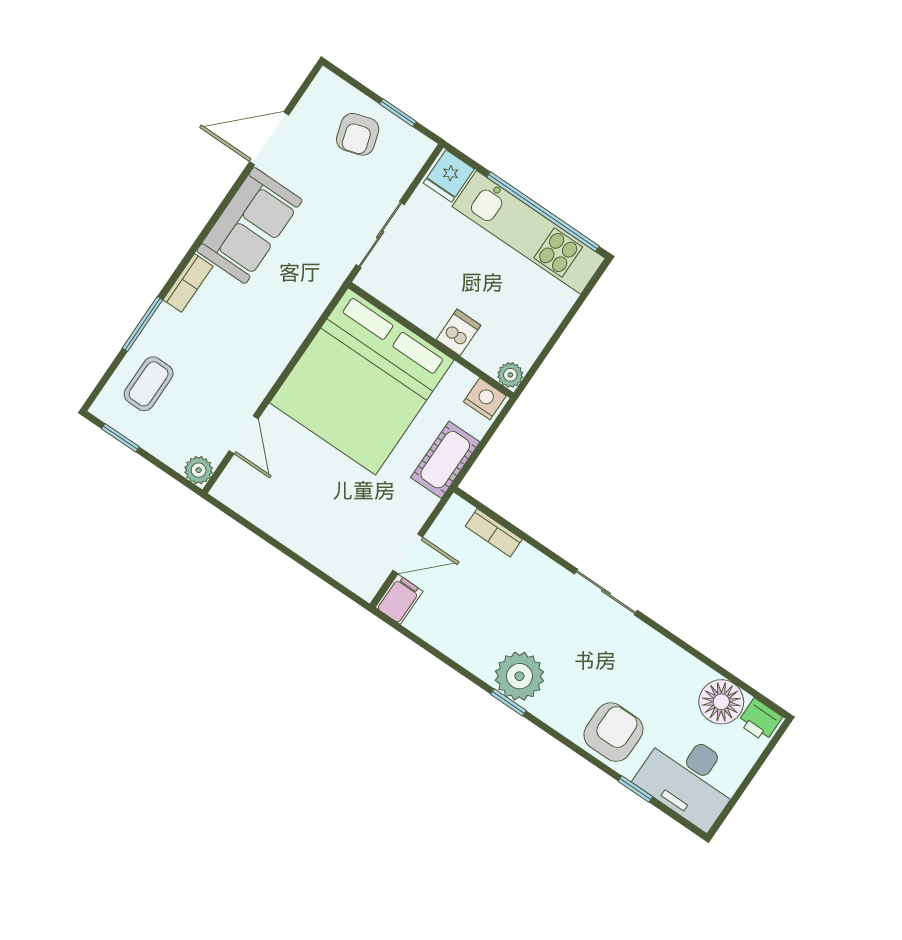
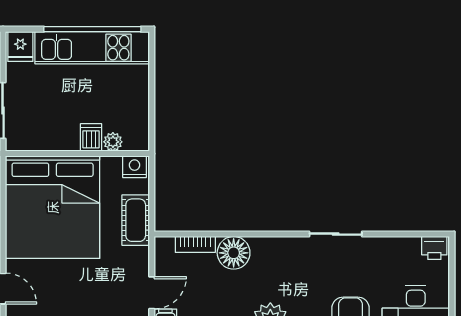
plant: (510, 375) -> (113, 142), moved
sliding door: (606, 592) -> (336, 234), moved
floor lamp: (721, 702) -> (234, 253), moved

